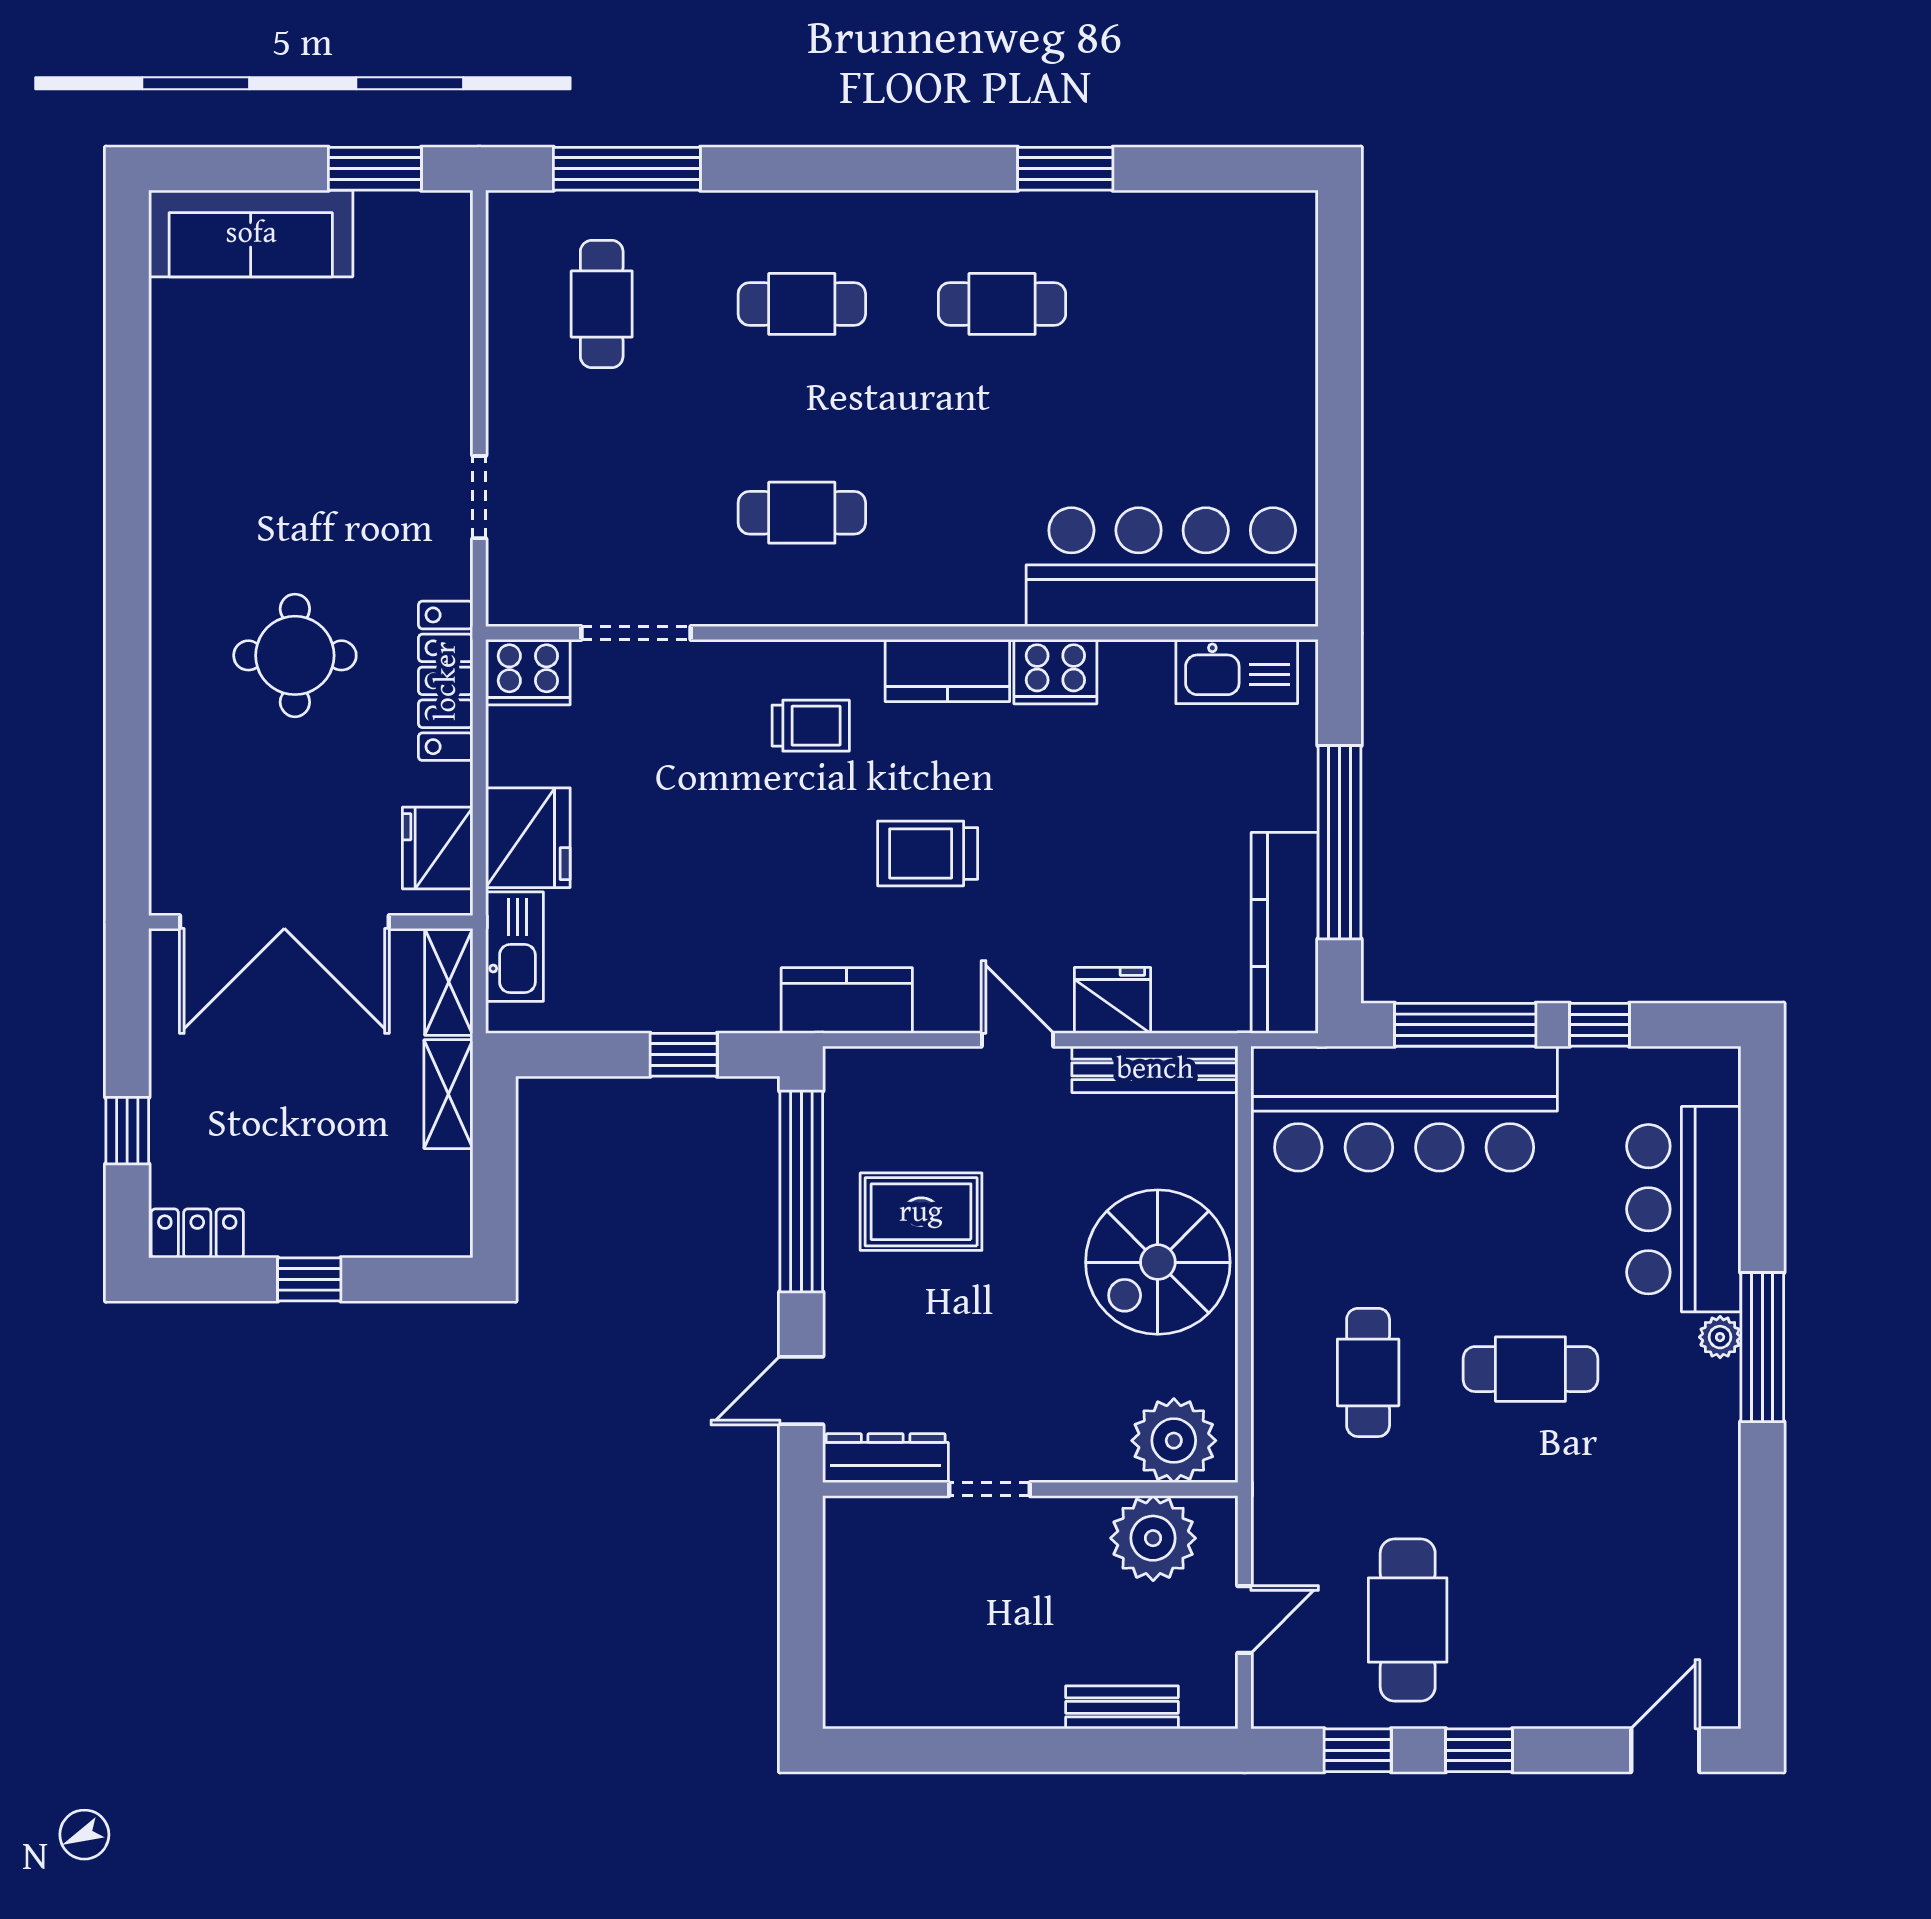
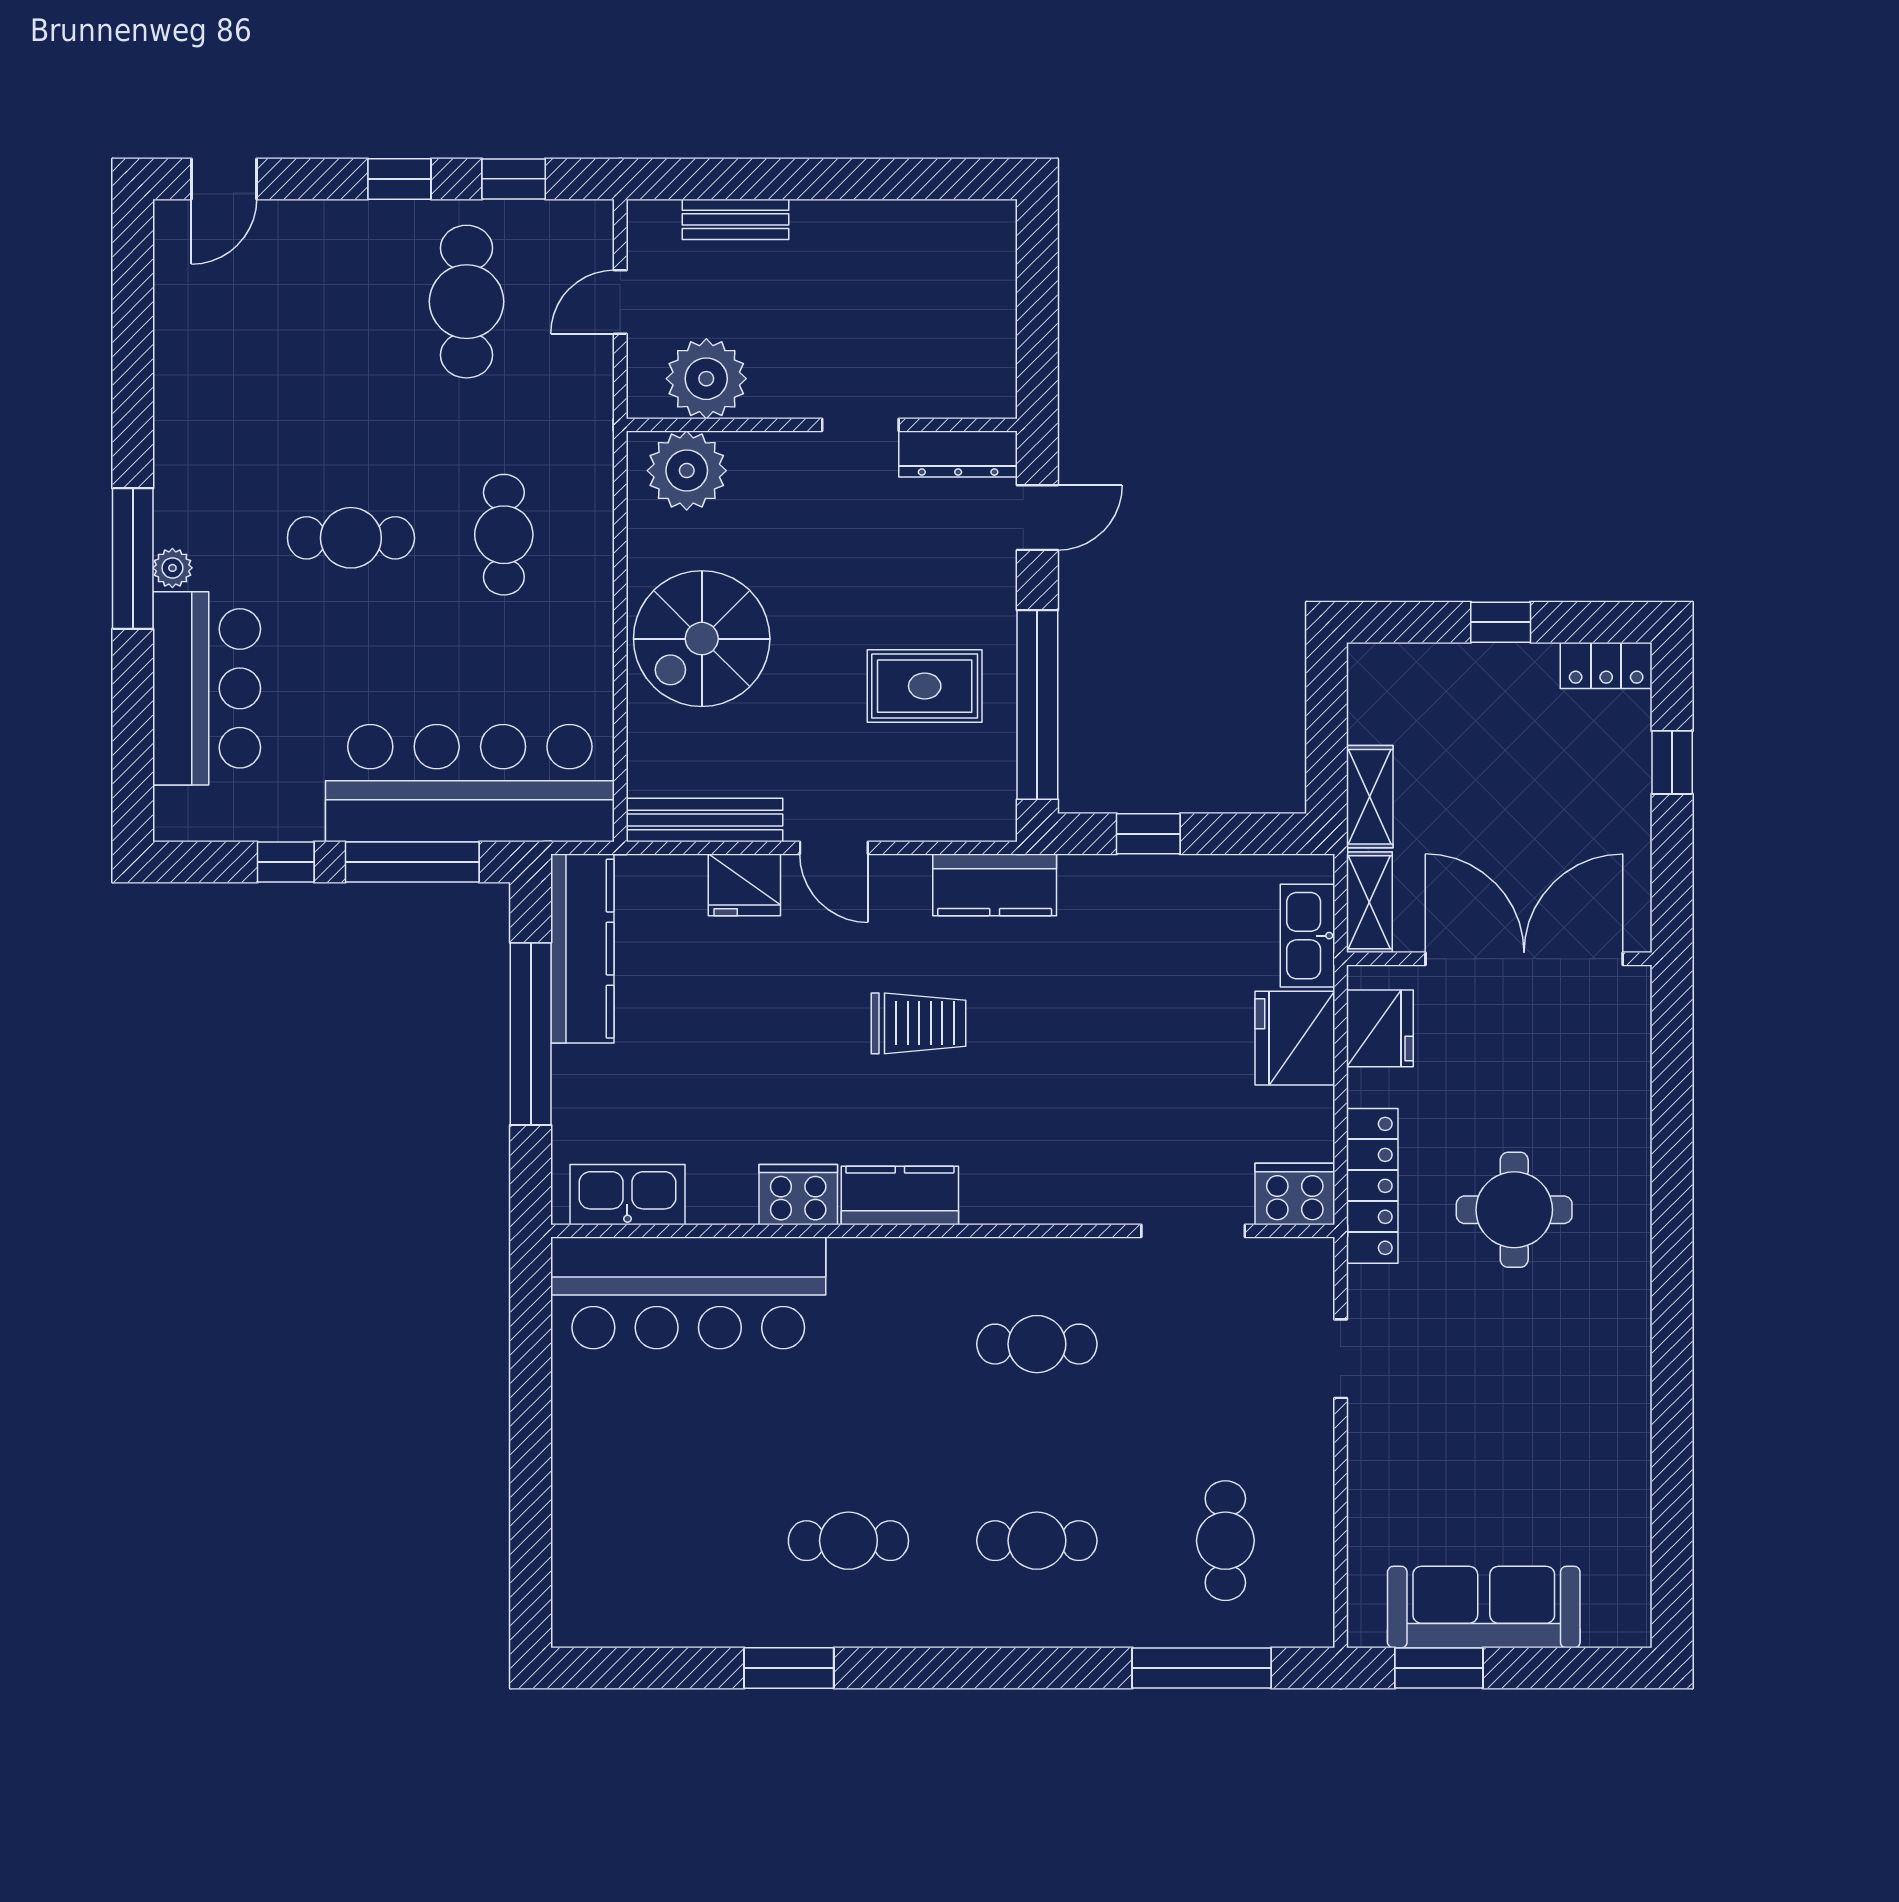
sofa: (251, 233) -> (1484, 1607), moved
trolley: (811, 726) -> (1029, 1144), removed
spiral stairs: (1158, 1262) -> (702, 639), turned 180

